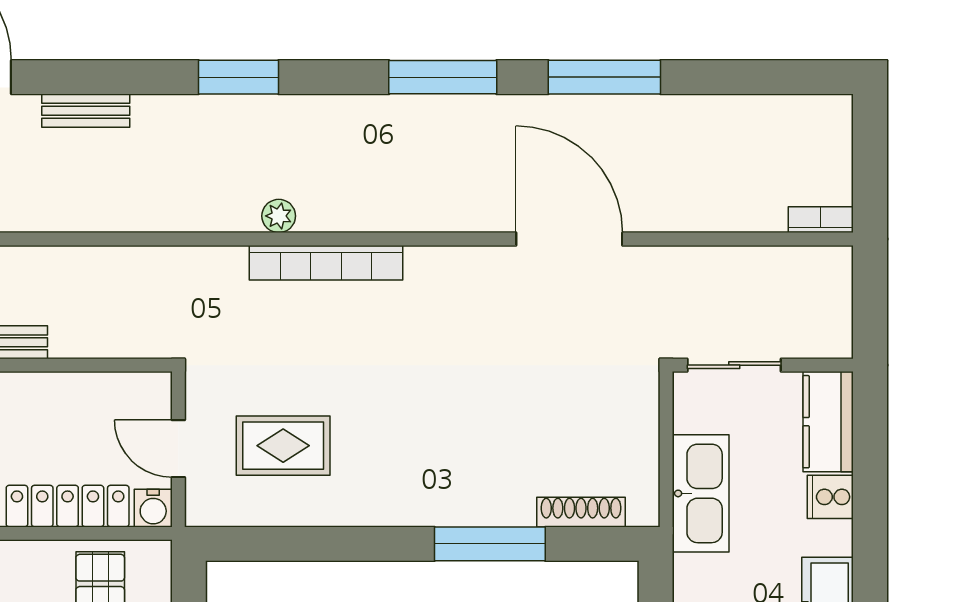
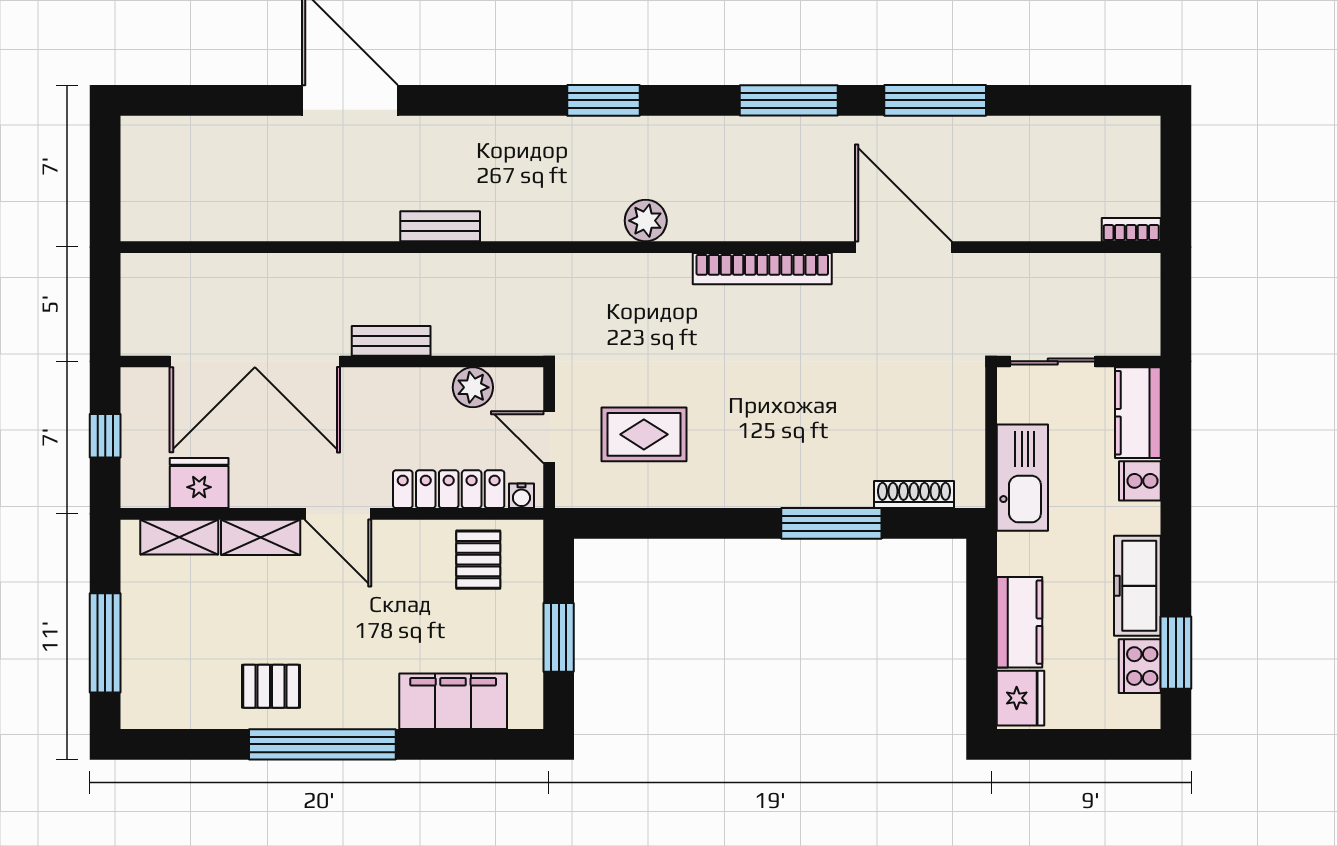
bench: (86, 111) -> (440, 226), moved
plant: (279, 216) -> (646, 221), width x1.38, depth x1.38
bookcase: (326, 263) -> (762, 269), moved
plant: (94, 394) -> (473, 387), added
water cooler: (153, 508) -> (521, 496), width x0.72, depth x0.72

